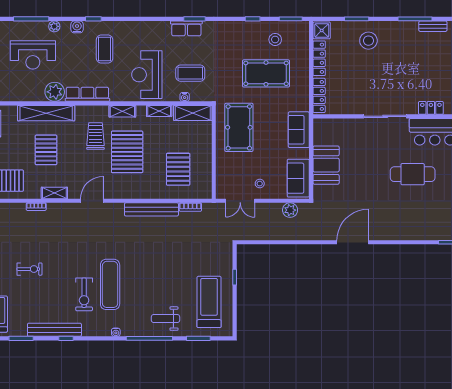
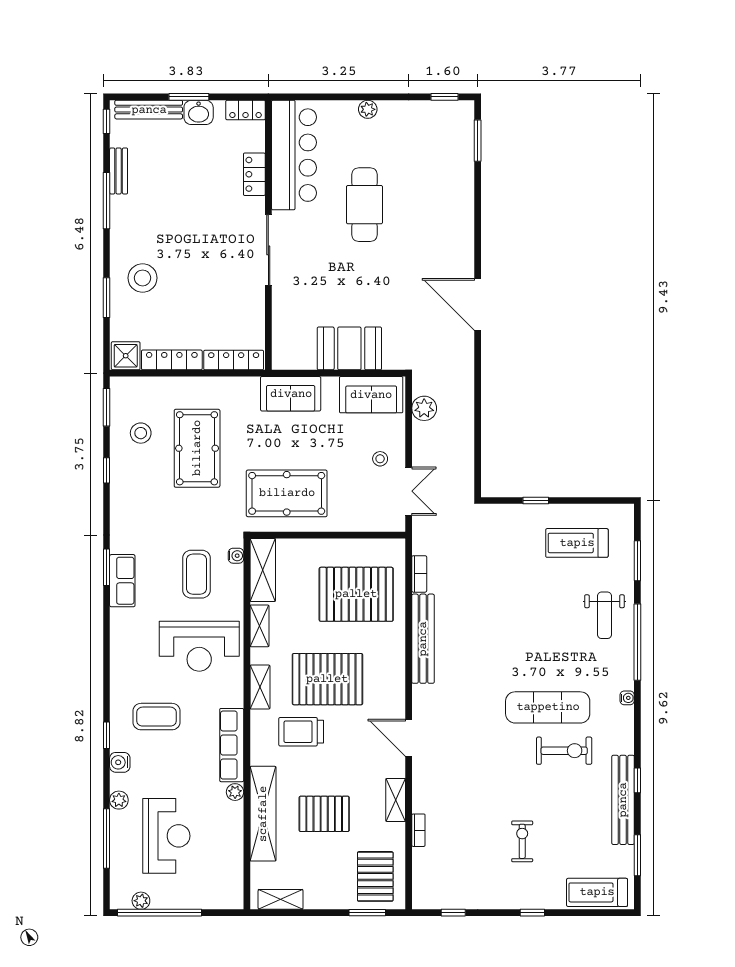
plant: (55, 92) -> (235, 792), width x0.53, depth x0.53
water cooler: (185, 97) -> (236, 556), moved
pallet: (178, 169) -> (356, 594), width x1.37, depth x1.41
treadmill: (209, 302) -> (577, 543), width x0.73, depth x0.73

